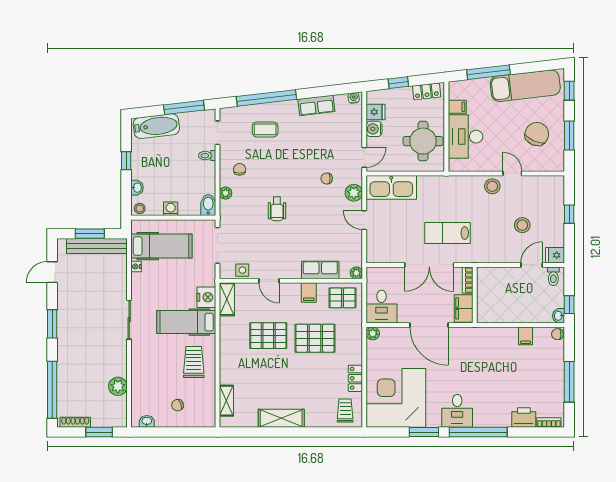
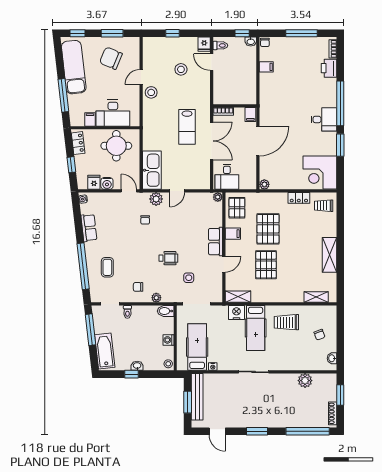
washbasin: (137, 188) -> (137, 366), moved
side table: (242, 270) -> (189, 278), moved
row of seats: (320, 270) -> (215, 242), moved
desk: (382, 307) -> (227, 177), moved, turned 90
filing cabinet: (464, 308) -> (250, 114), width x0.50
corner desk: (396, 398) -> (320, 172), width x0.74, depth x0.74

